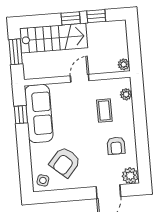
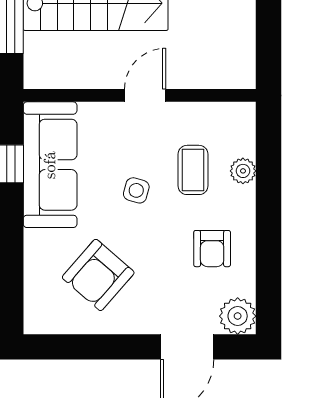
plant: (124, 64) -> (243, 73), removed
plant: (126, 94) -> (243, 171), moved
side table: (43, 180) -> (136, 190), moved

